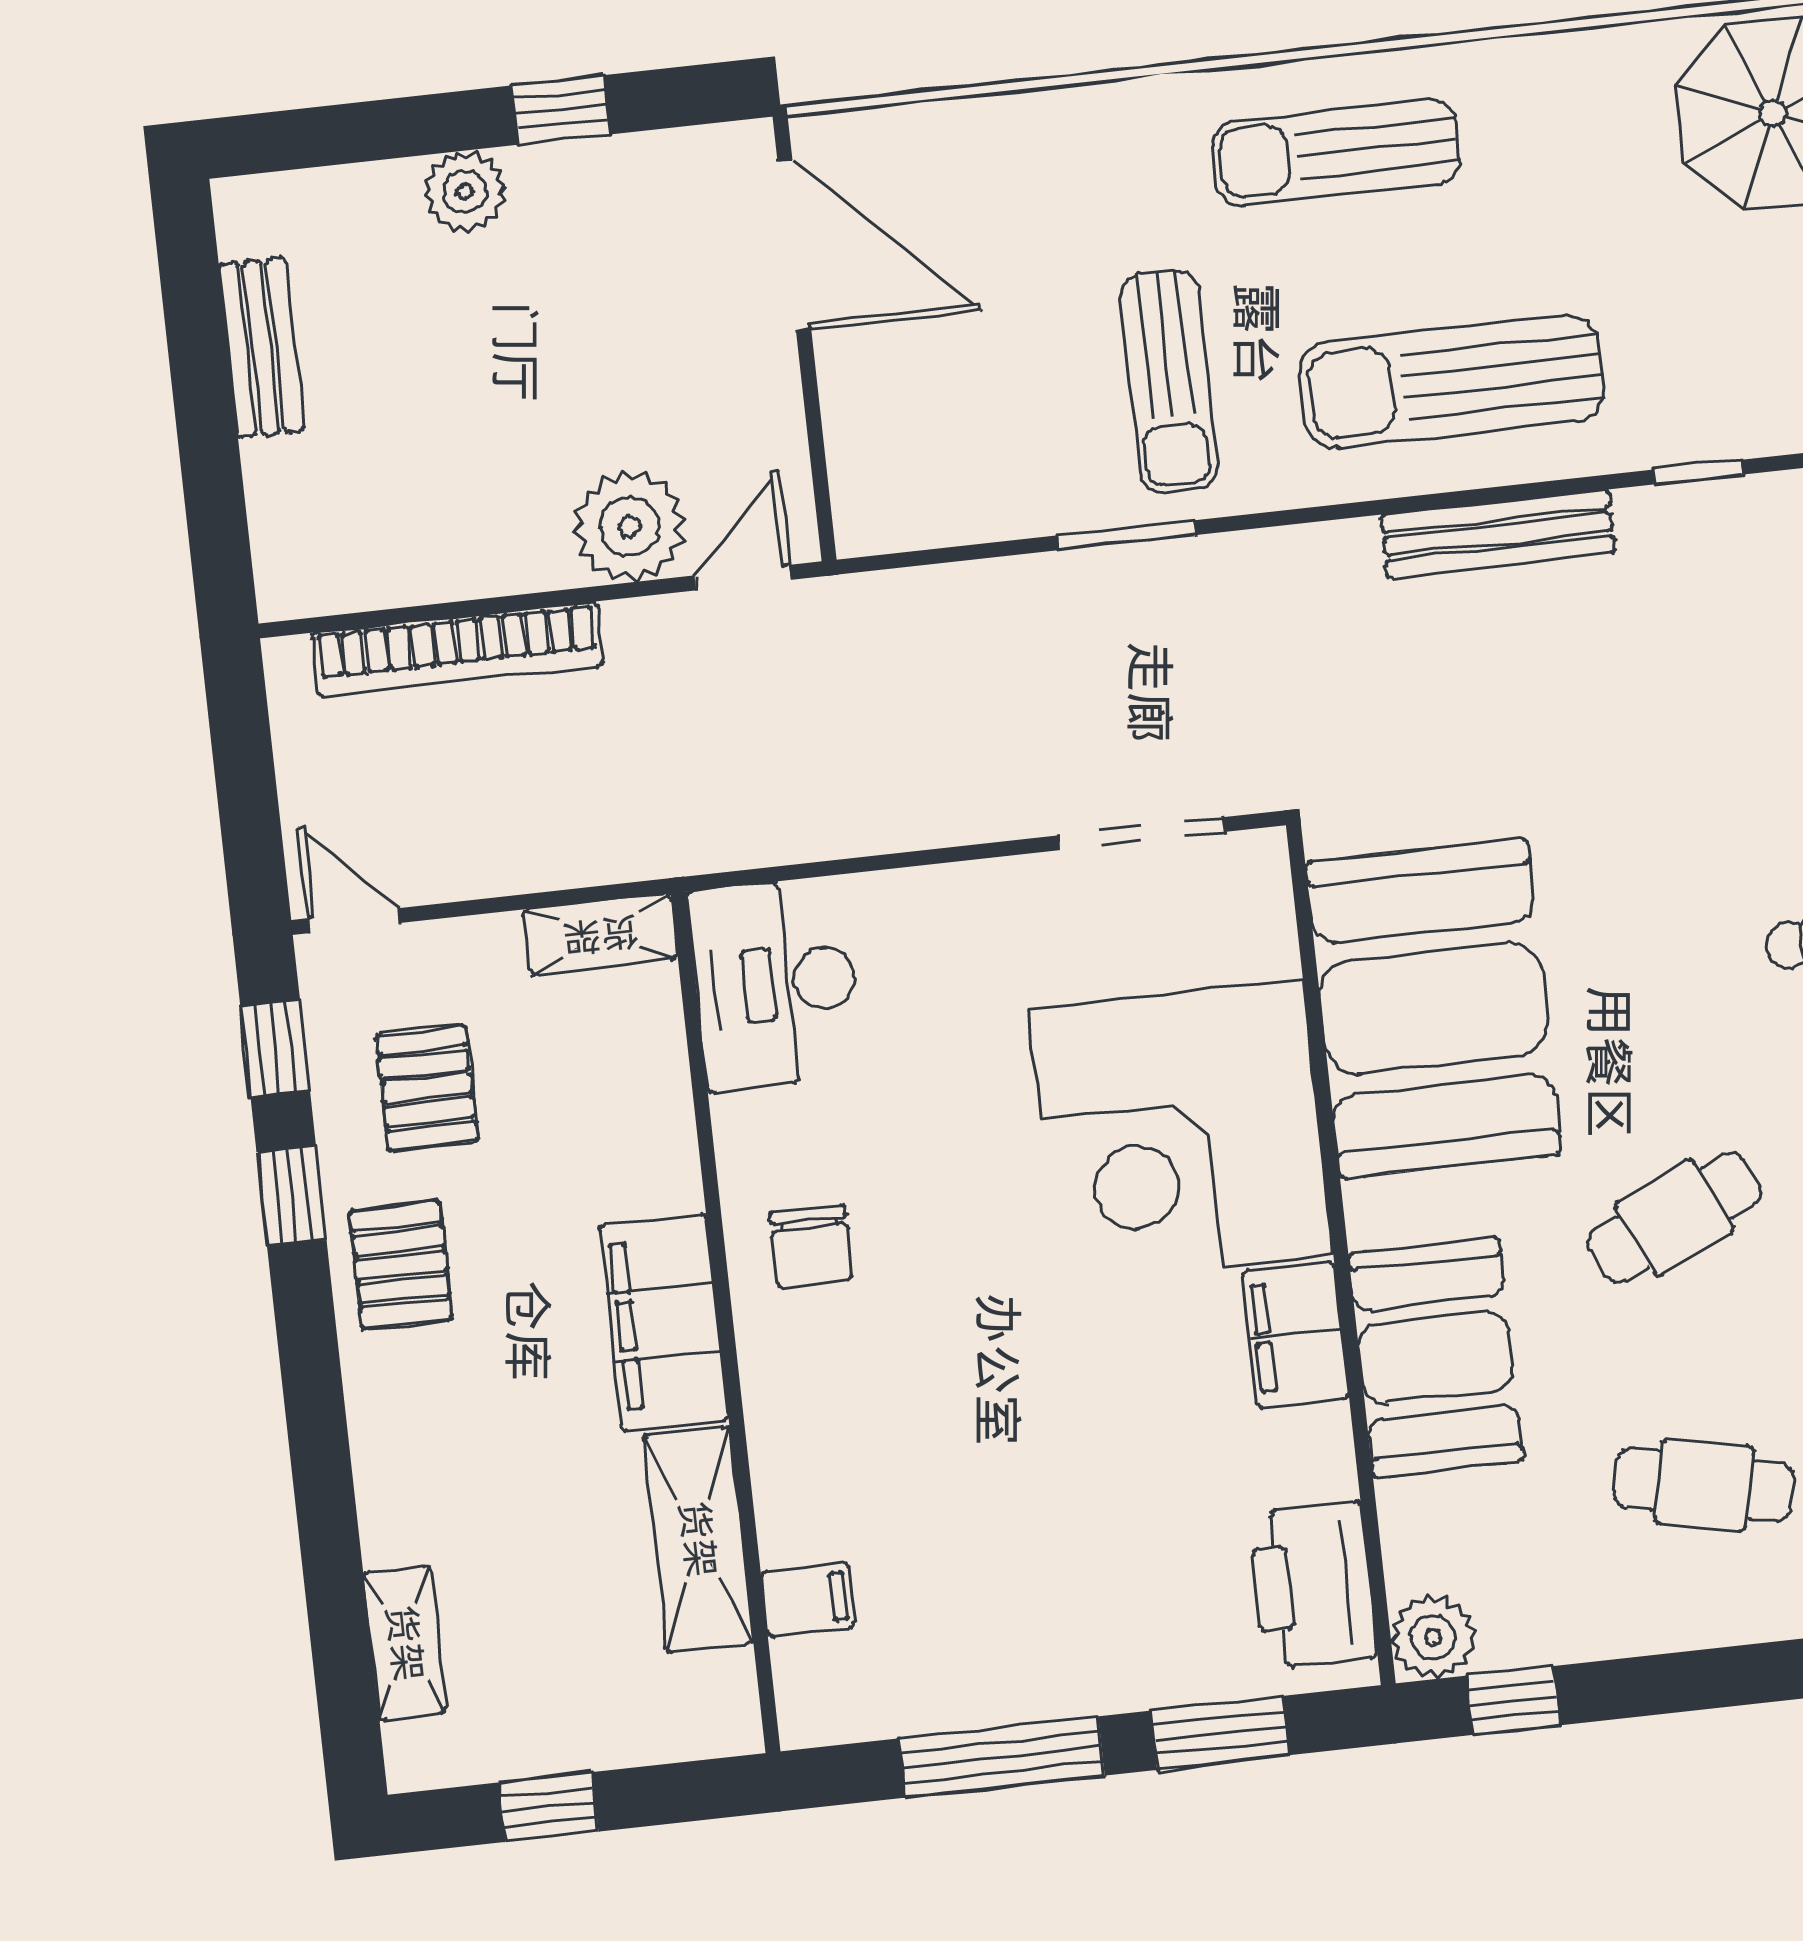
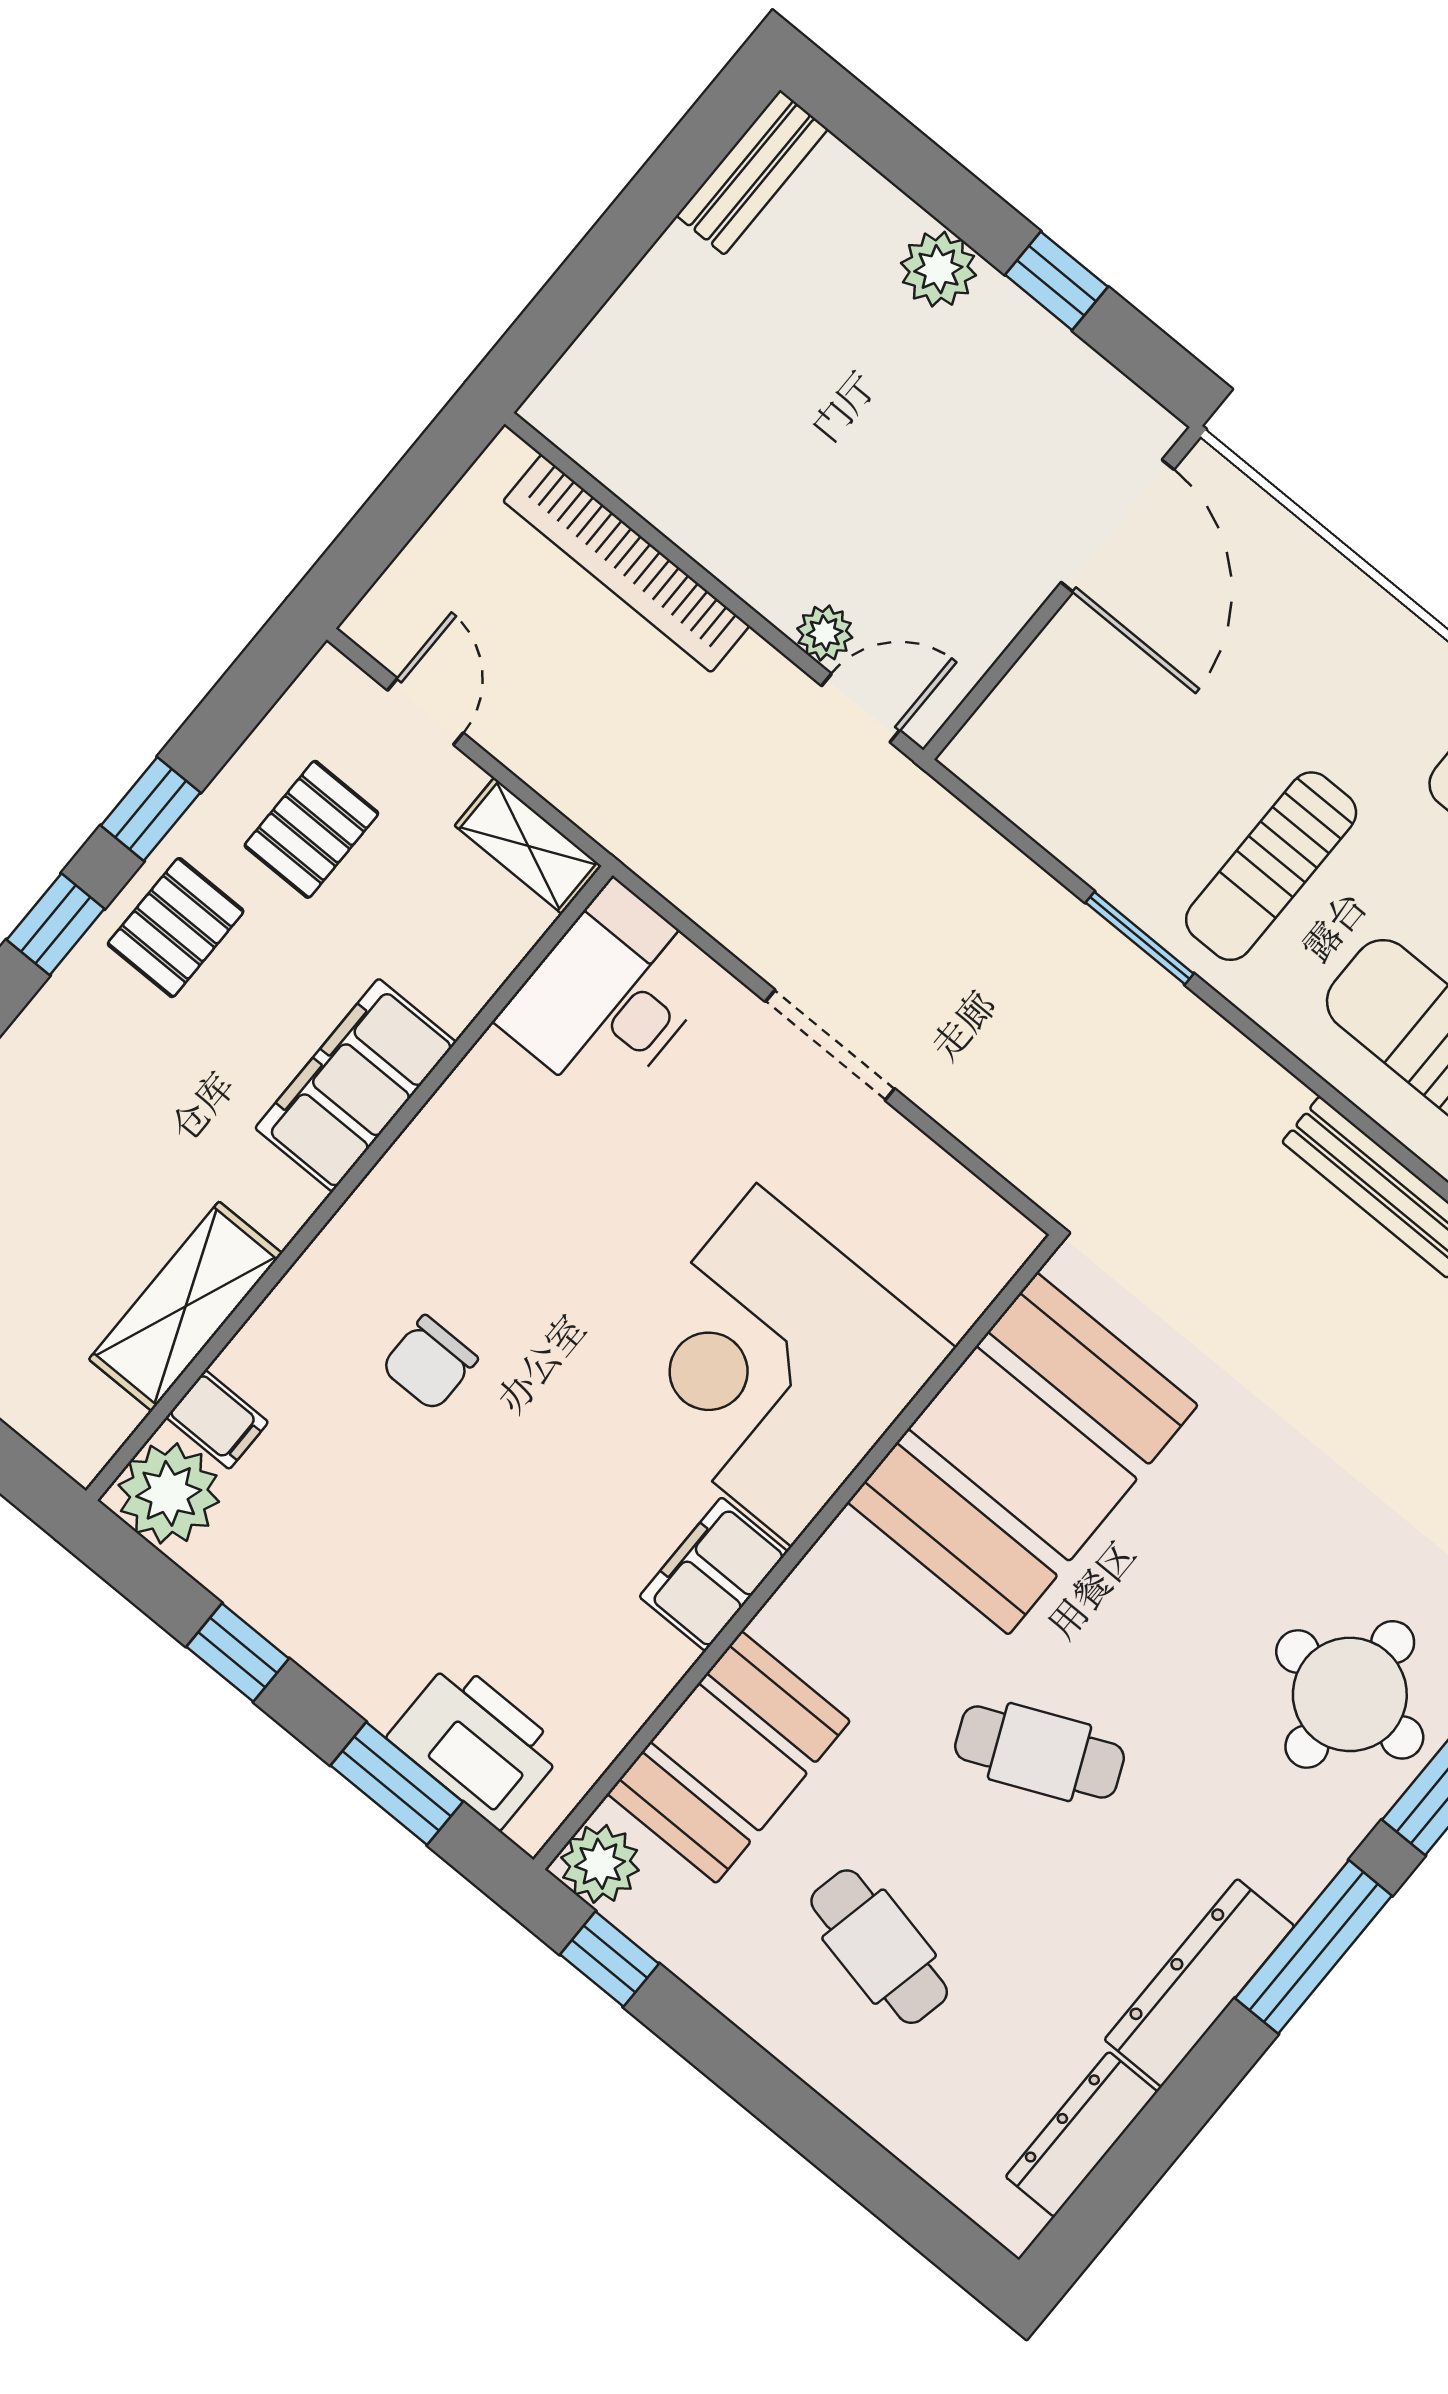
bench: (261, 348) -> (752, 172), moved
plant: (630, 526) -> (825, 633), width x0.53, depth x0.53
doorway: (1142, 834) -> (830, 1045), moved
door: (354, 921) -> (425, 712), moved
window: (275, 1048) -> (56, 924), moved
chair: (811, 1246) -> (429, 1363), moved
filing cabinet: (664, 1322) -> (356, 1085), moved
booth: (1436, 1357) -> (729, 1757), moved
printer: (1313, 1585) -> (476, 1744), moved, turned 90
plant: (829, 1691) -> (169, 1493), added
window: (1002, 1757) -> (238, 1653), width x0.46

